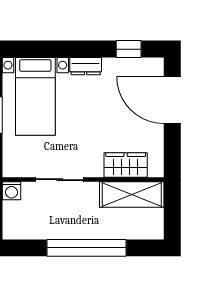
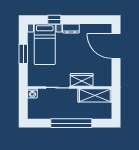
window: (129, 49) -> (54, 20), moved
wardrobe: (126, 165) -> (82, 80), moved

